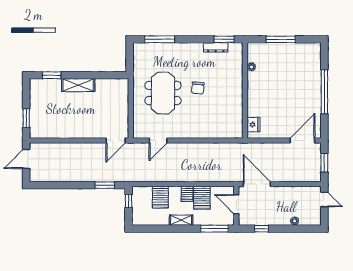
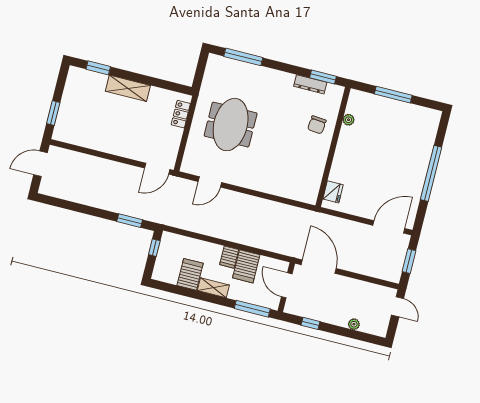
chair: (198, 88) -> (317, 125), moved
locker: (123, 95) -> (181, 114), added
server rack: (160, 197) -> (190, 274), moved, turned 180

